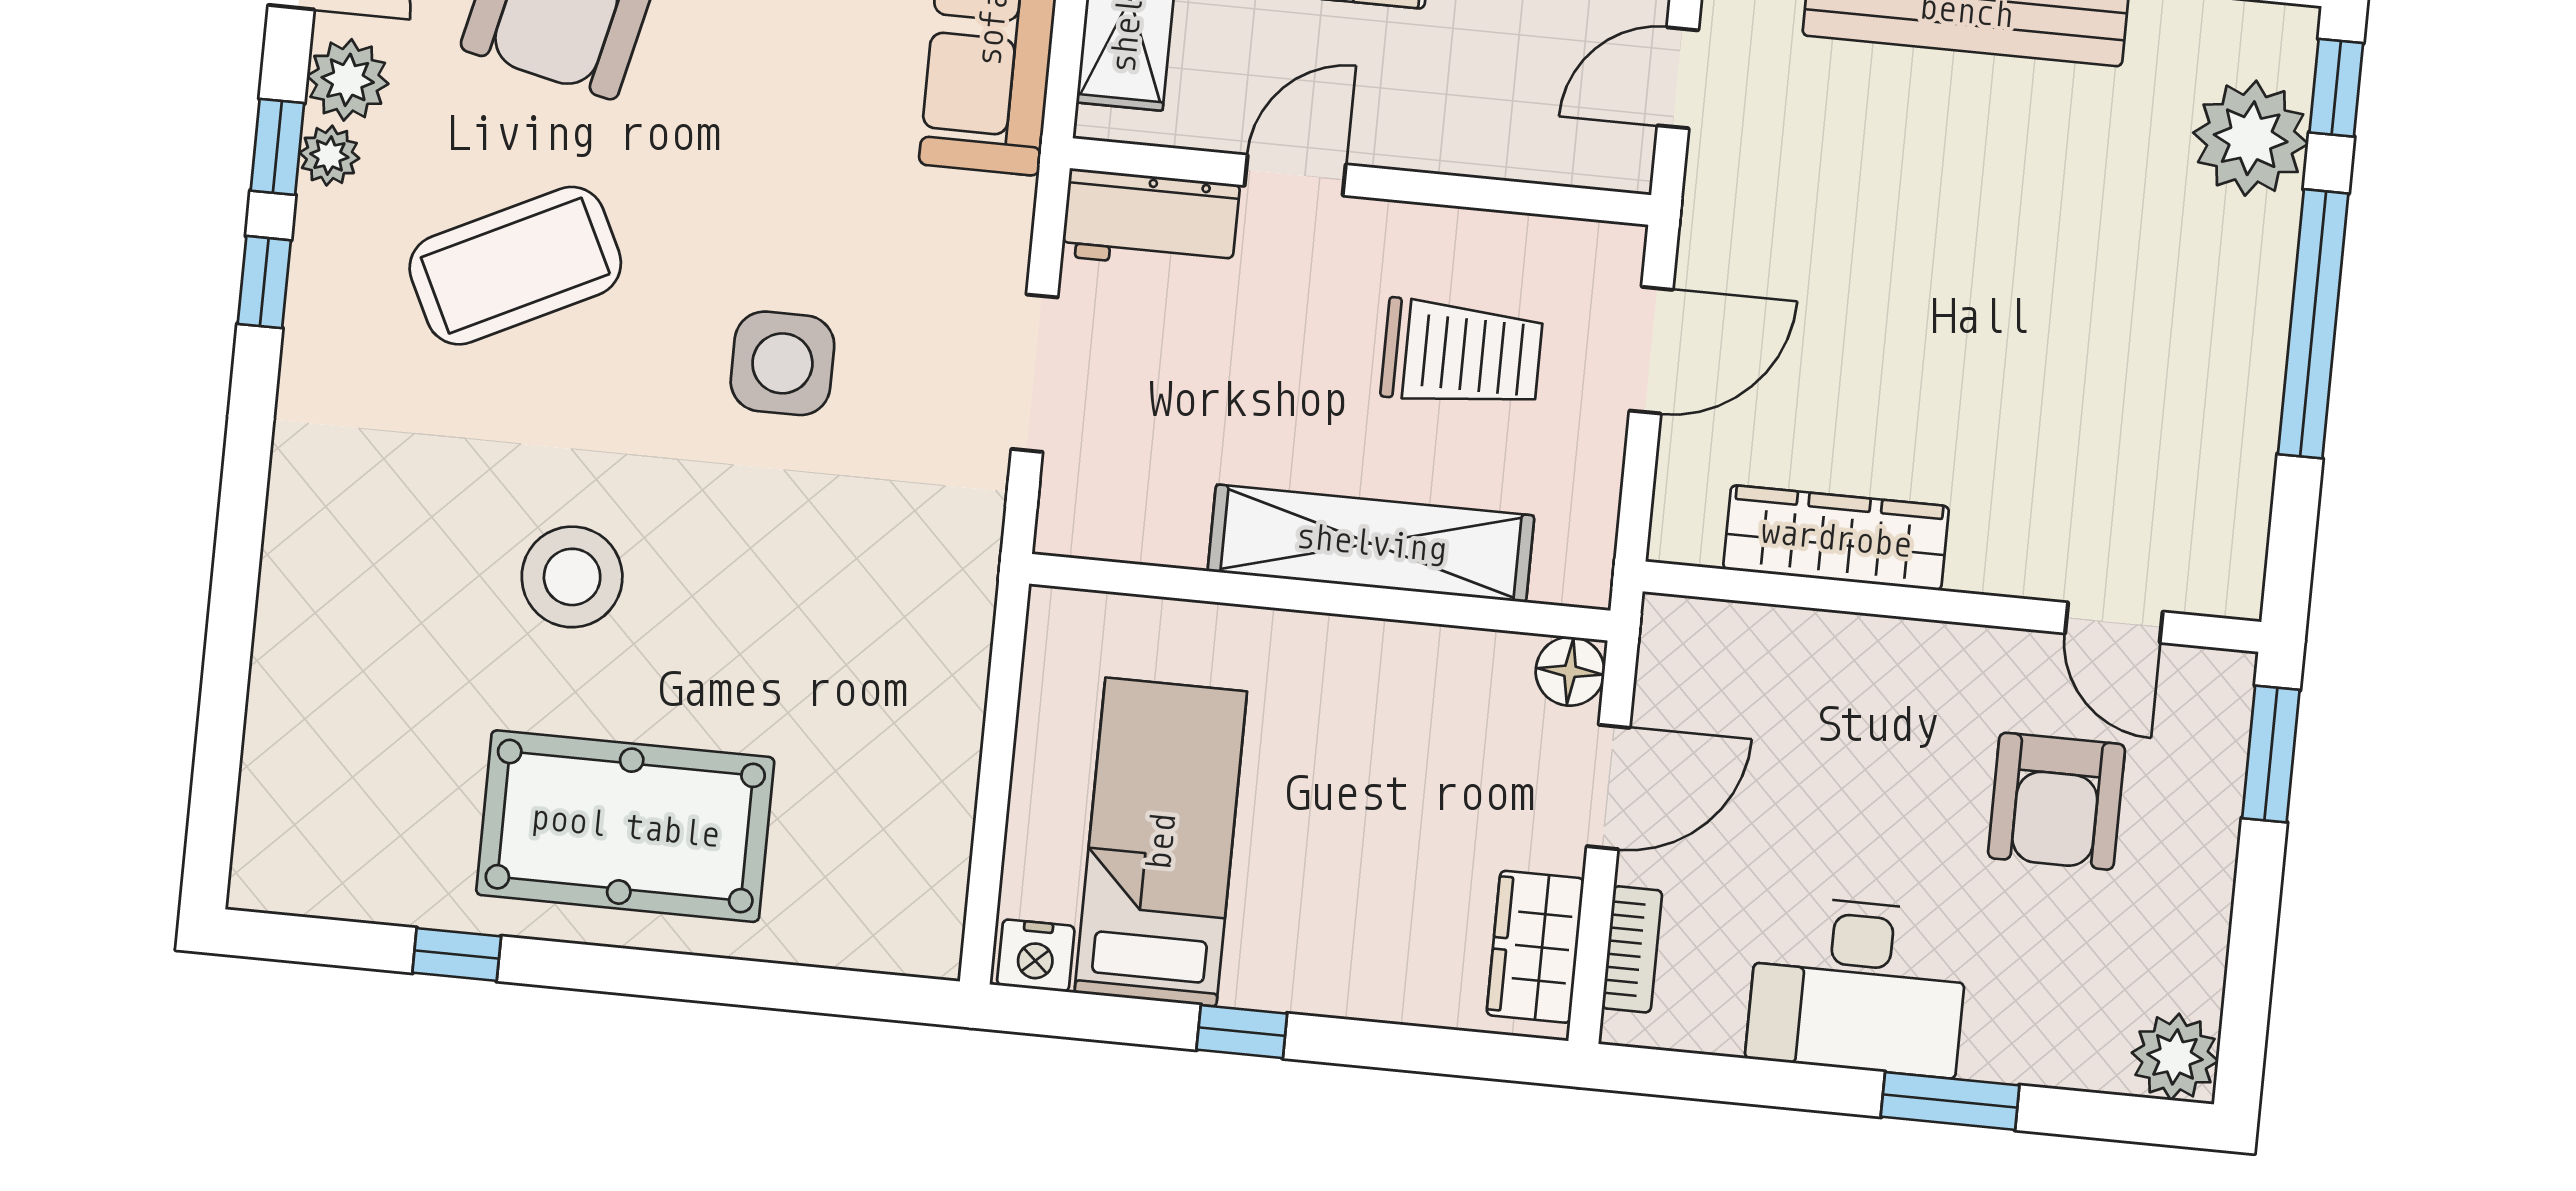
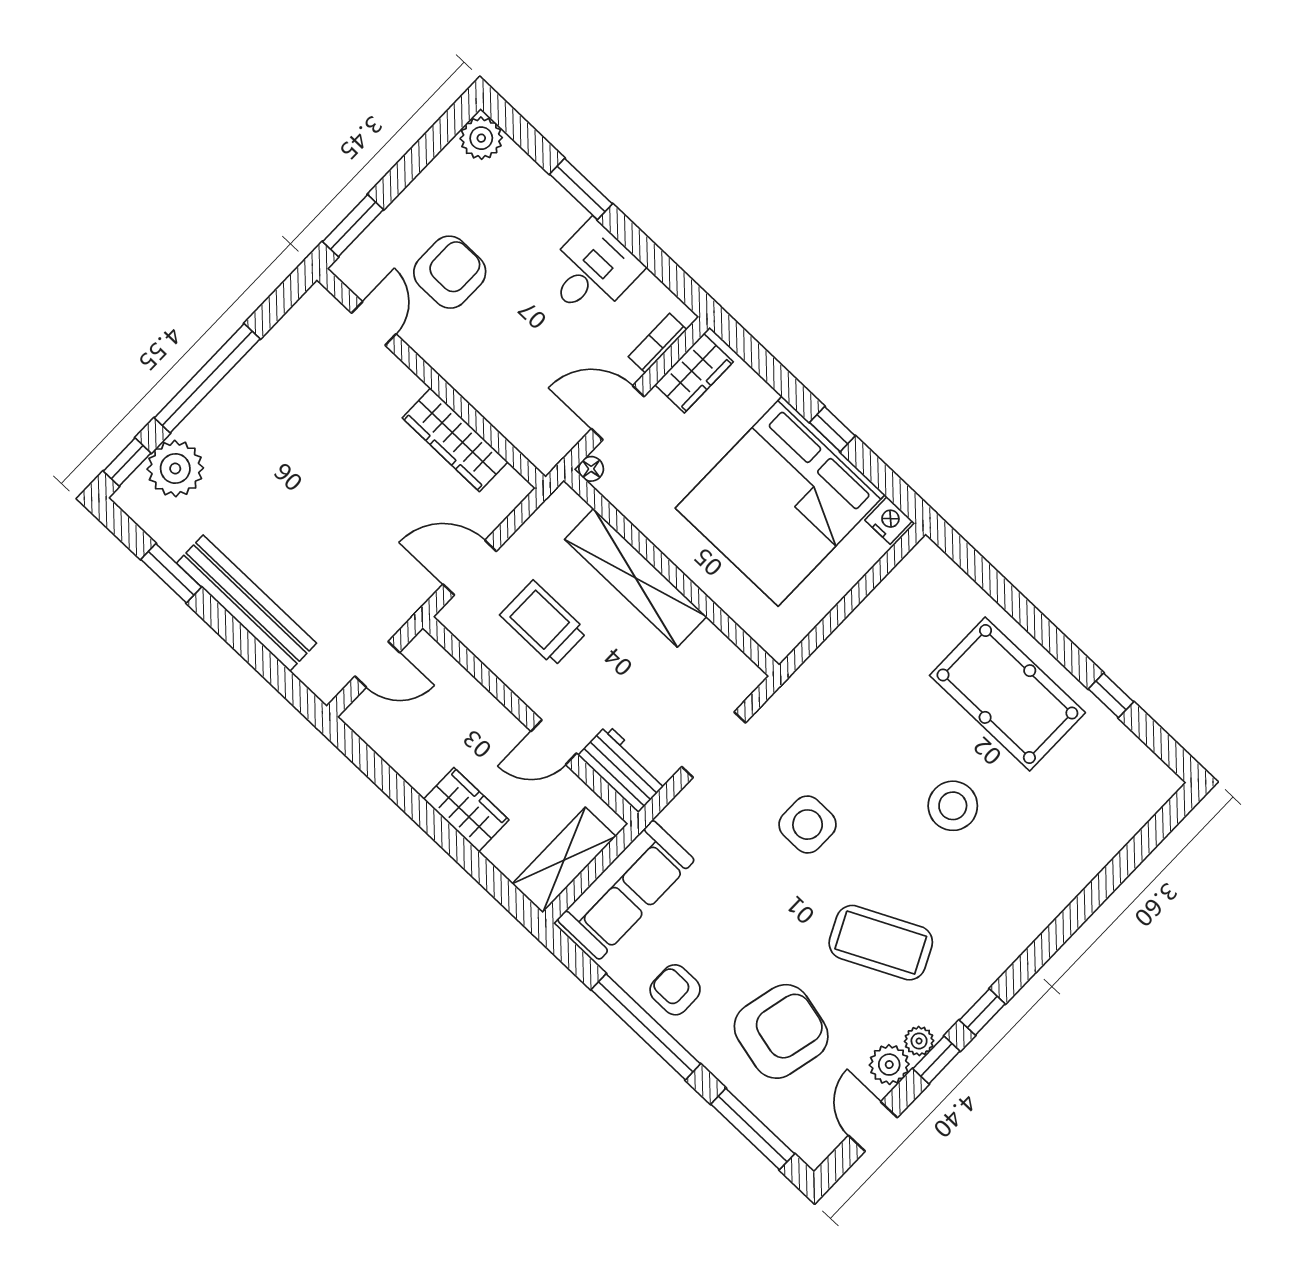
floor lamp: (1570, 671) -> (591, 469), width x0.73, depth x0.73
bed: (1161, 842) -> (780, 501), width x2.04
desk: (1858, 986) -> (592, 271), width x0.73

